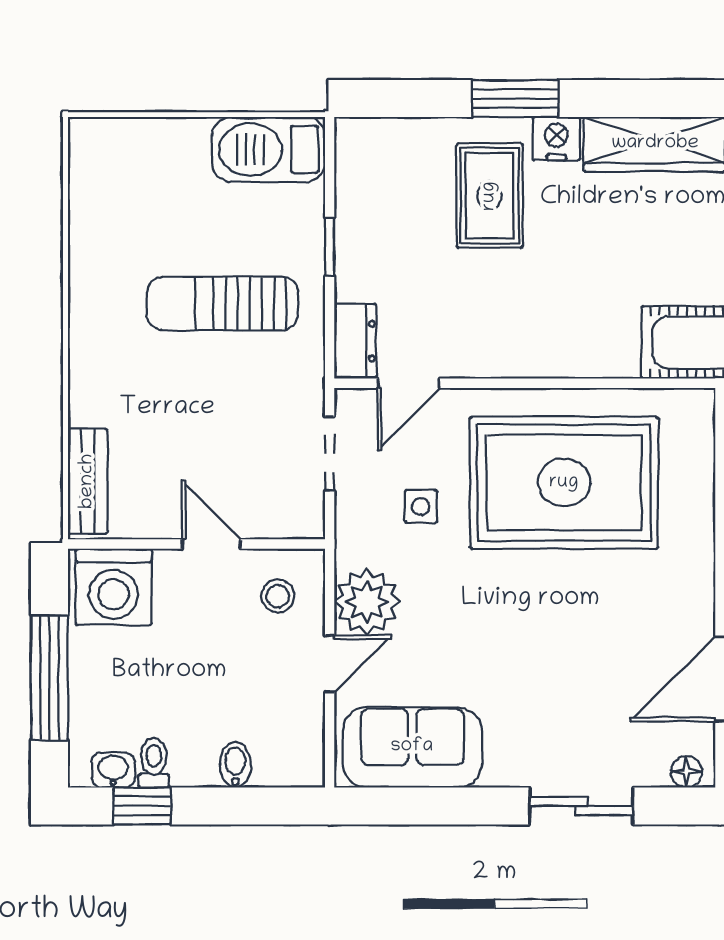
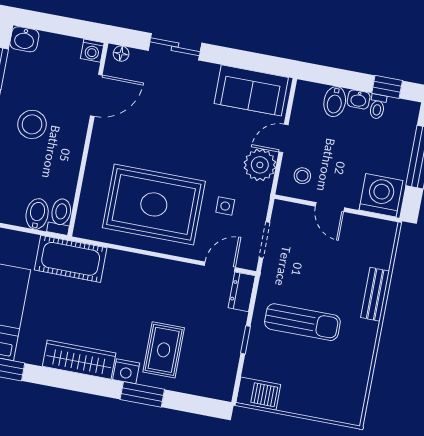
barbecue: (269, 149) -> (258, 394), width x0.73, depth x0.83
bench: (88, 481) -> (375, 294), moved
bidet: (235, 765) -> (335, 102), width x1.38, depth x1.36
washbasin: (113, 770) -> (359, 99), moved

